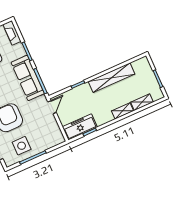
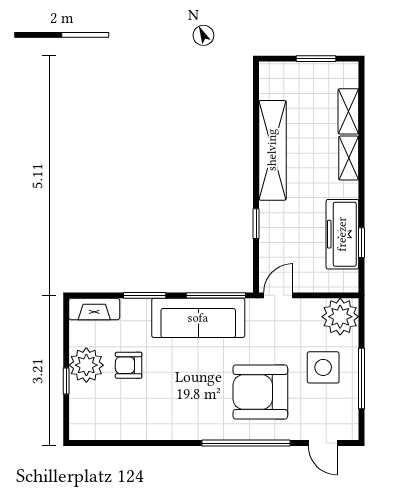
door: (52, 107) -> (278, 295), hinge flipped
freezer: (80, 127) -> (342, 234), moved
plant: (55, 137) -> (340, 317), added
side table: (22, 146) -> (323, 367), moved

